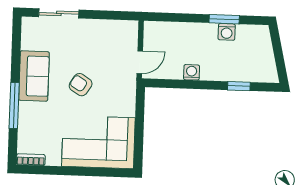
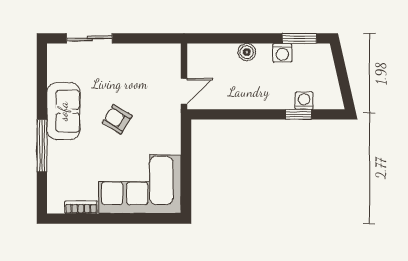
window: (224, 19) -> (299, 38), moved
boiler: (196, 30) -> (247, 52), added
washing machine: (192, 72) -> (304, 101), moved
bookcase: (31, 160) -> (81, 207), moved

